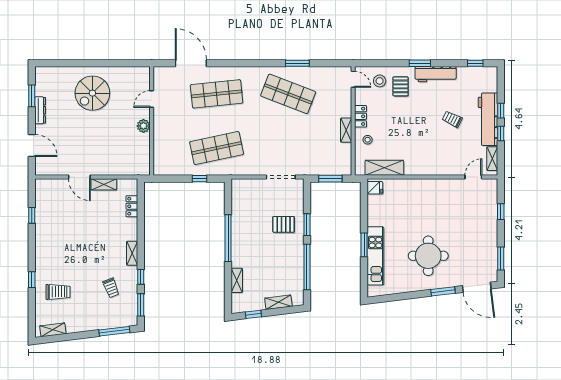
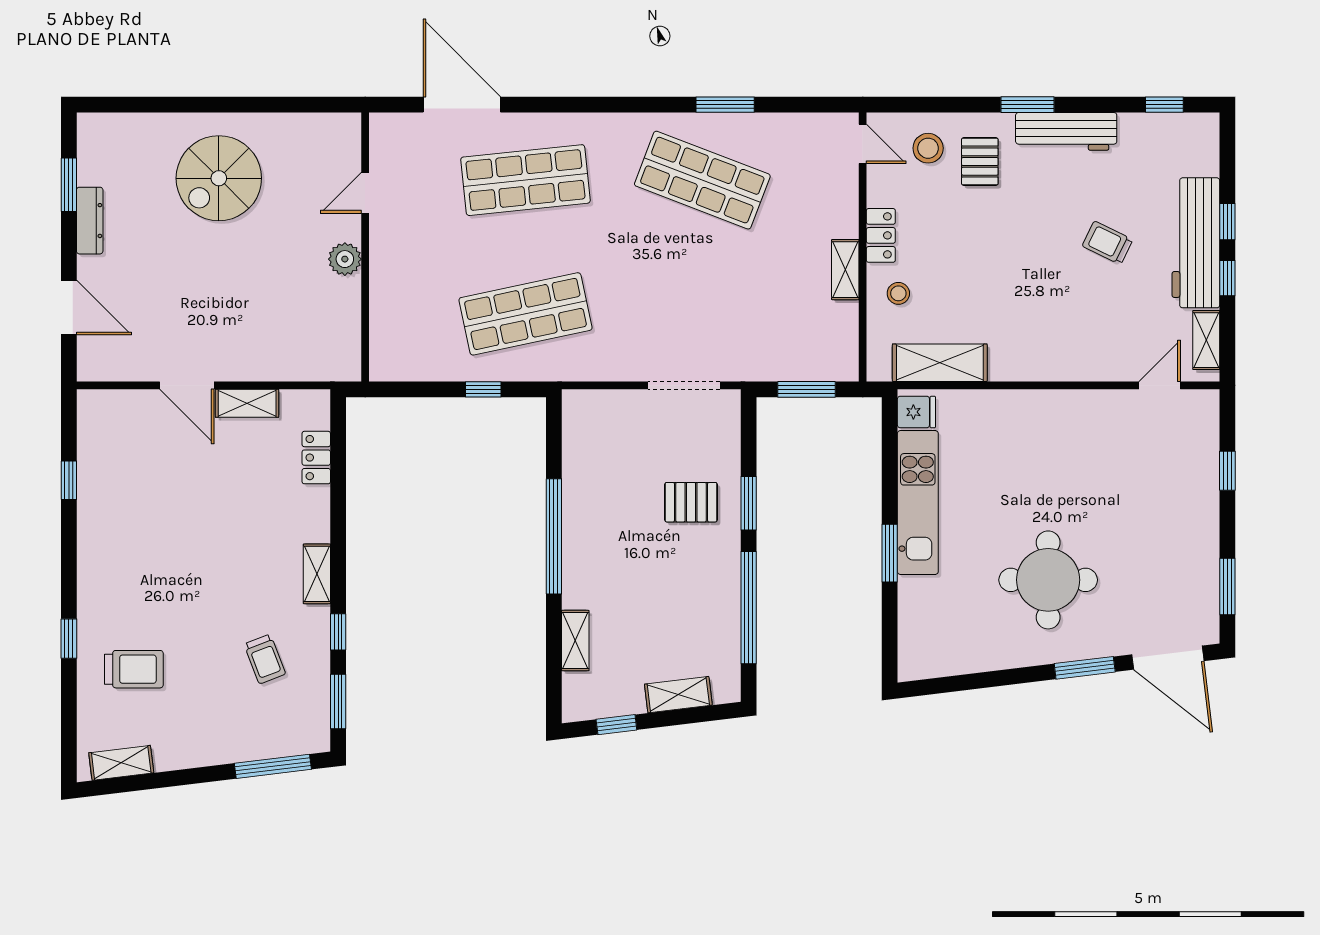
kitchen unit: (375, 256) -> (918, 502), moved

